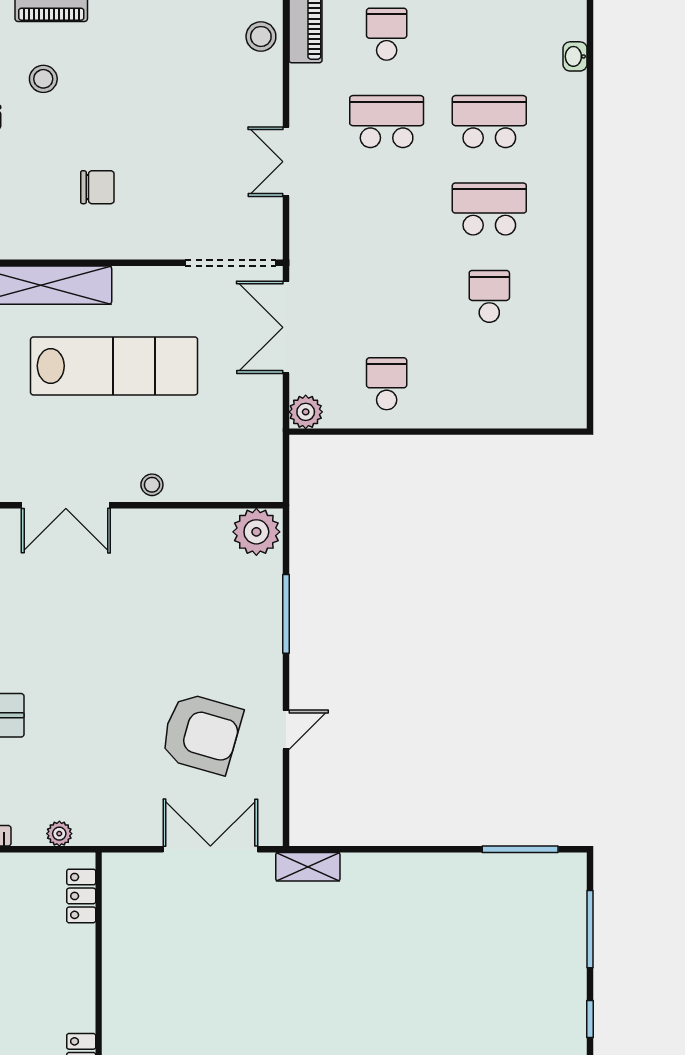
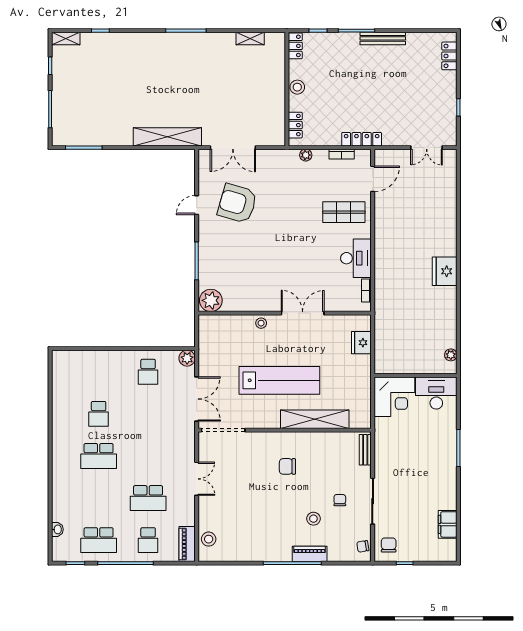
school desk: (489, 122) -> (99, 540), moved
lab bench: (114, 366) -> (279, 380), turned 180
shelving: (308, 867) -> (167, 137), width x2.20, depth x1.33
stool: (77, 975) -> (297, 87), added

